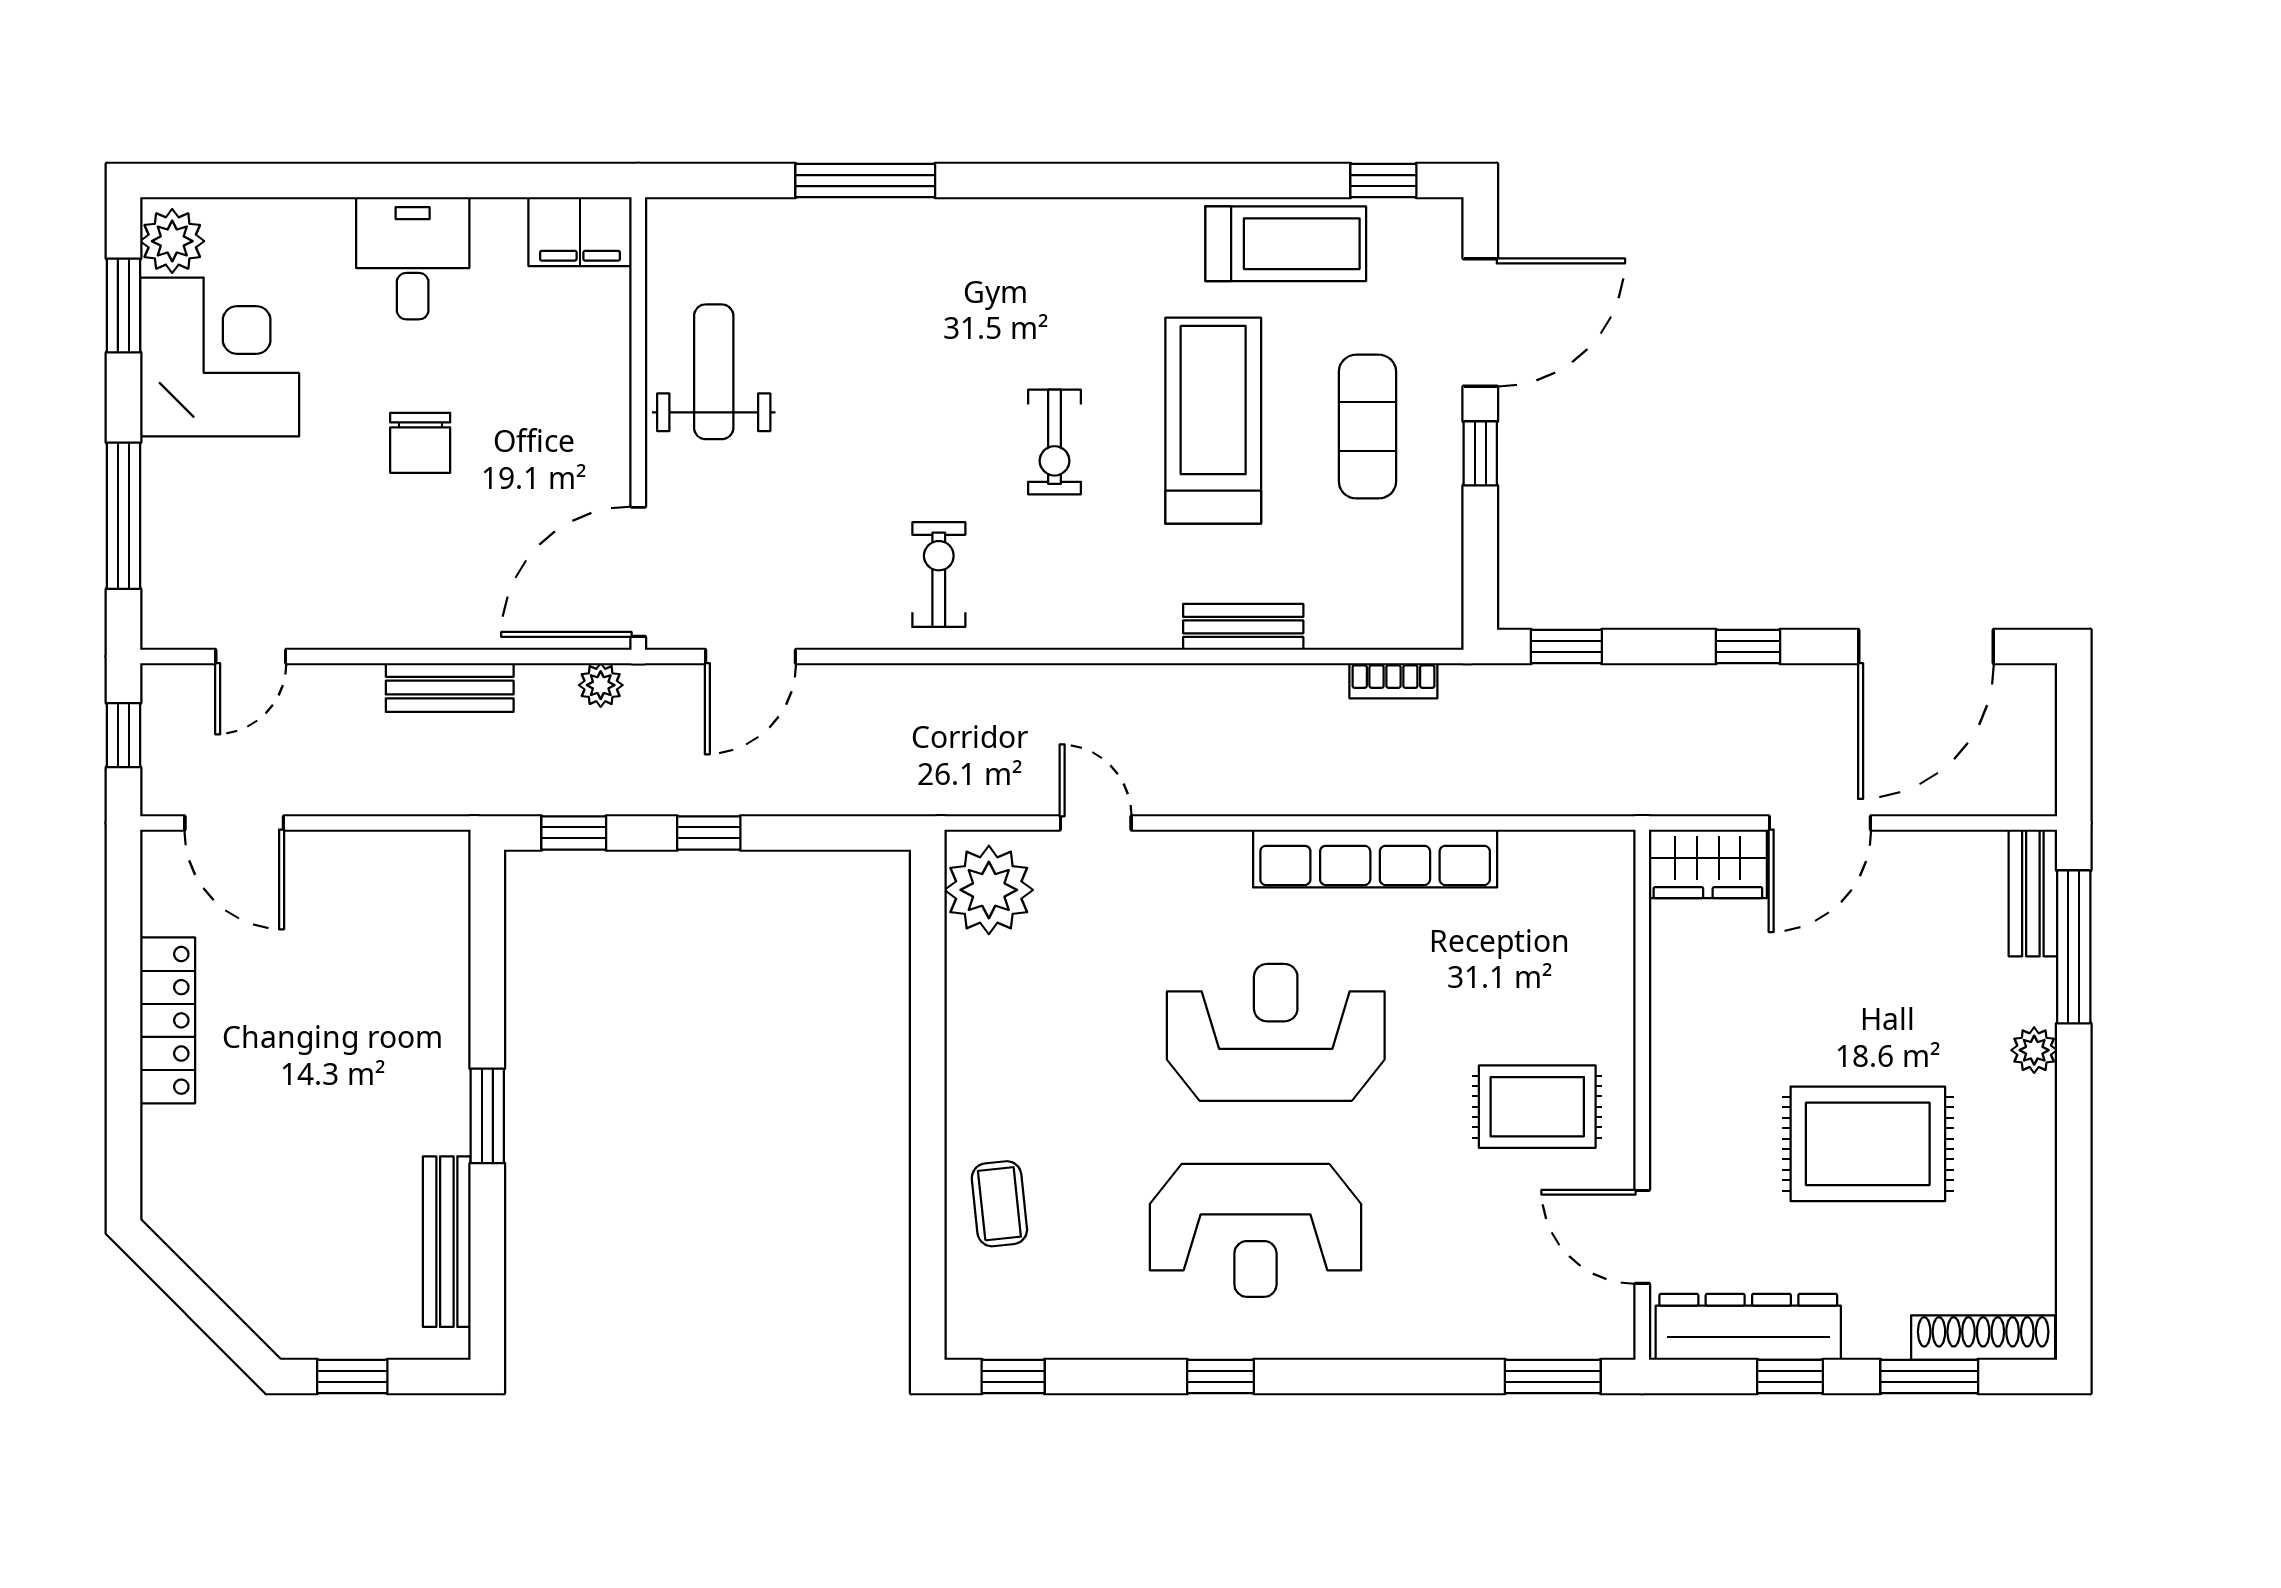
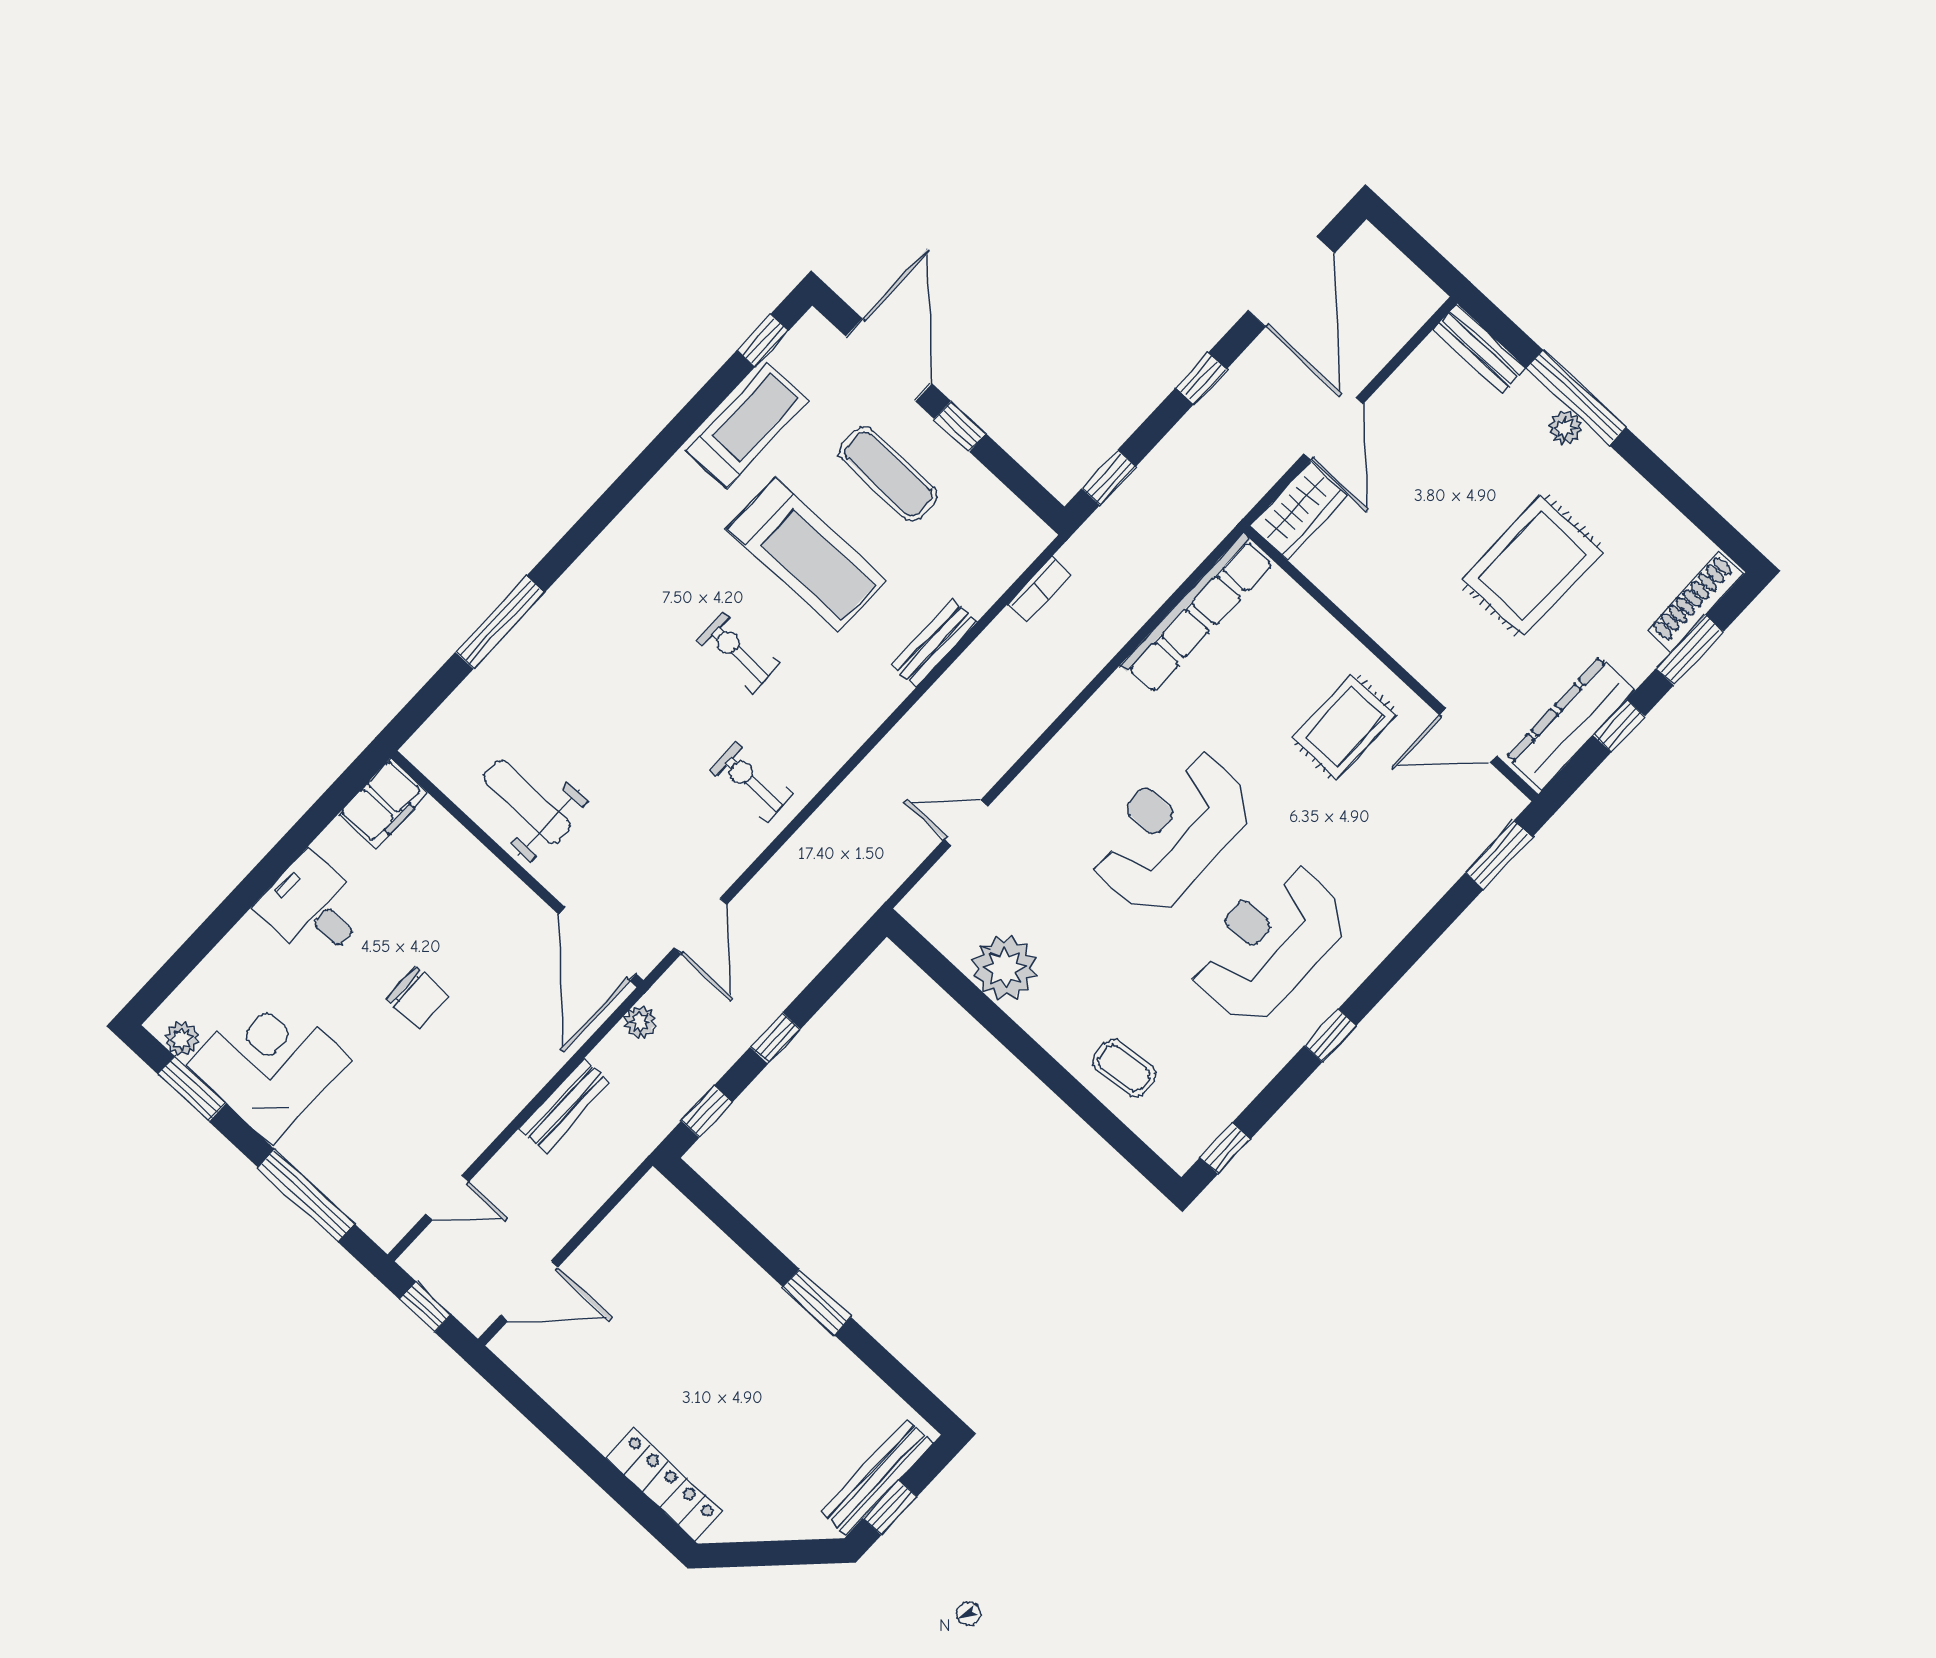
plant: (172, 241) -> (182, 1039), width x0.73, depth x0.73
treadmill: (1213, 421) -> (807, 555), turned 180
exercise bike: (1055, 442) -> (738, 652), turned 180
door: (251, 657) -> (447, 1198), hinge flipped
row of seats: (1375, 858) -> (1197, 614), moved
plant: (989, 890) -> (1005, 968), moved
window: (2074, 947) -> (1576, 398), moved
locker: (168, 1020) -> (664, 1484), moved
reception desk: (1255, 1230) -> (1269, 942), turned 180
bench: (447, 1242) -> (877, 1478), moved, turned 90

